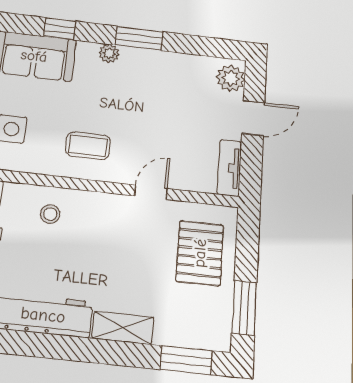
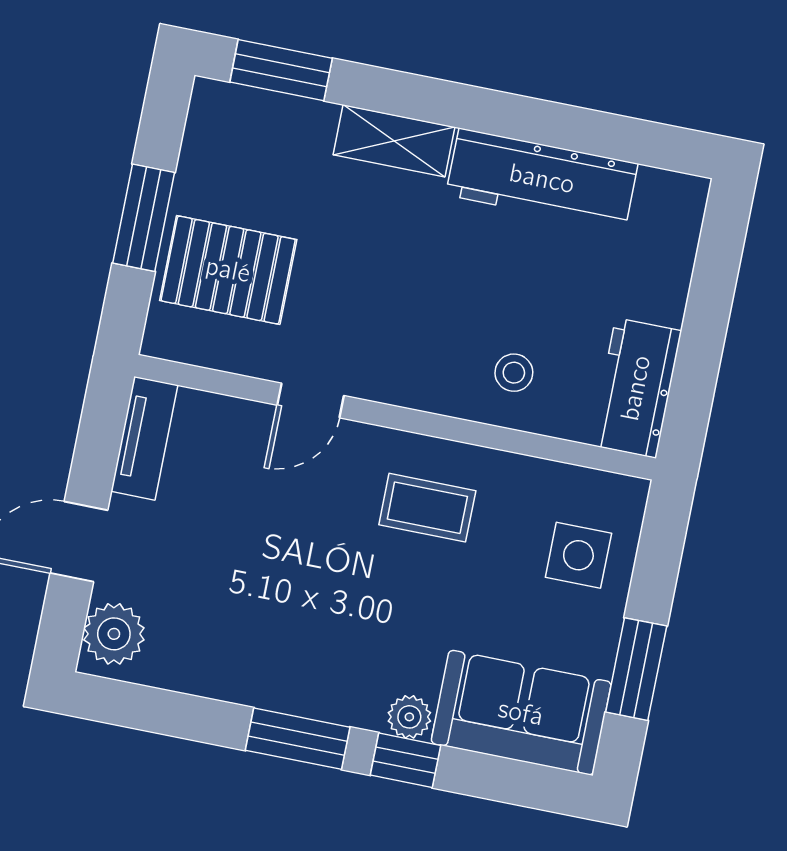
window: (60, 29) -> (405, 760), moved
plant: (109, 53) -> (409, 717), moved
pallet: (200, 253) -> (228, 270), turned 90
window: (244, 308) -> (144, 218), moved

